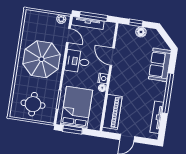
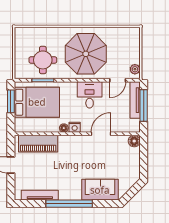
window: (136, 23) -> (144, 155), removed
floor lamp: (141, 32) -> (134, 141), moved
round table: (33, 104) -> (43, 60), moved

